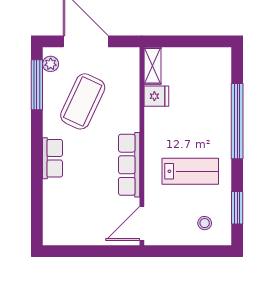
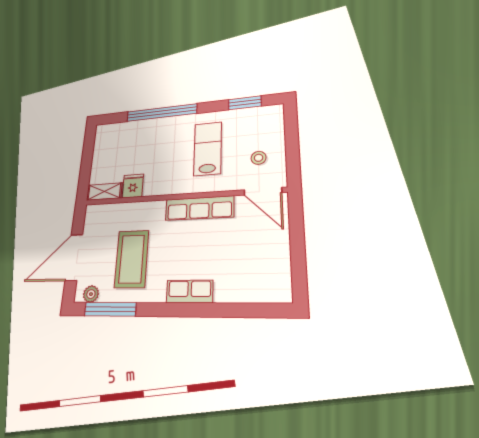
coffee table: (83, 101) -> (132, 259), turned 65
stool: (205, 223) -> (259, 158), moved

